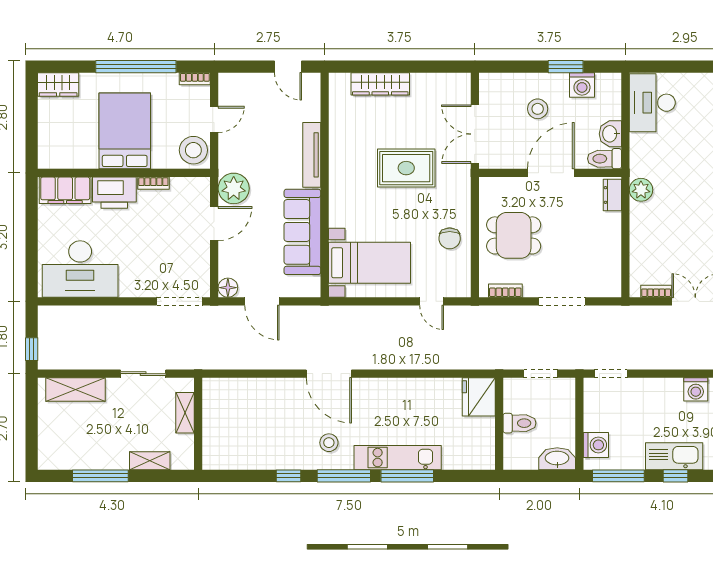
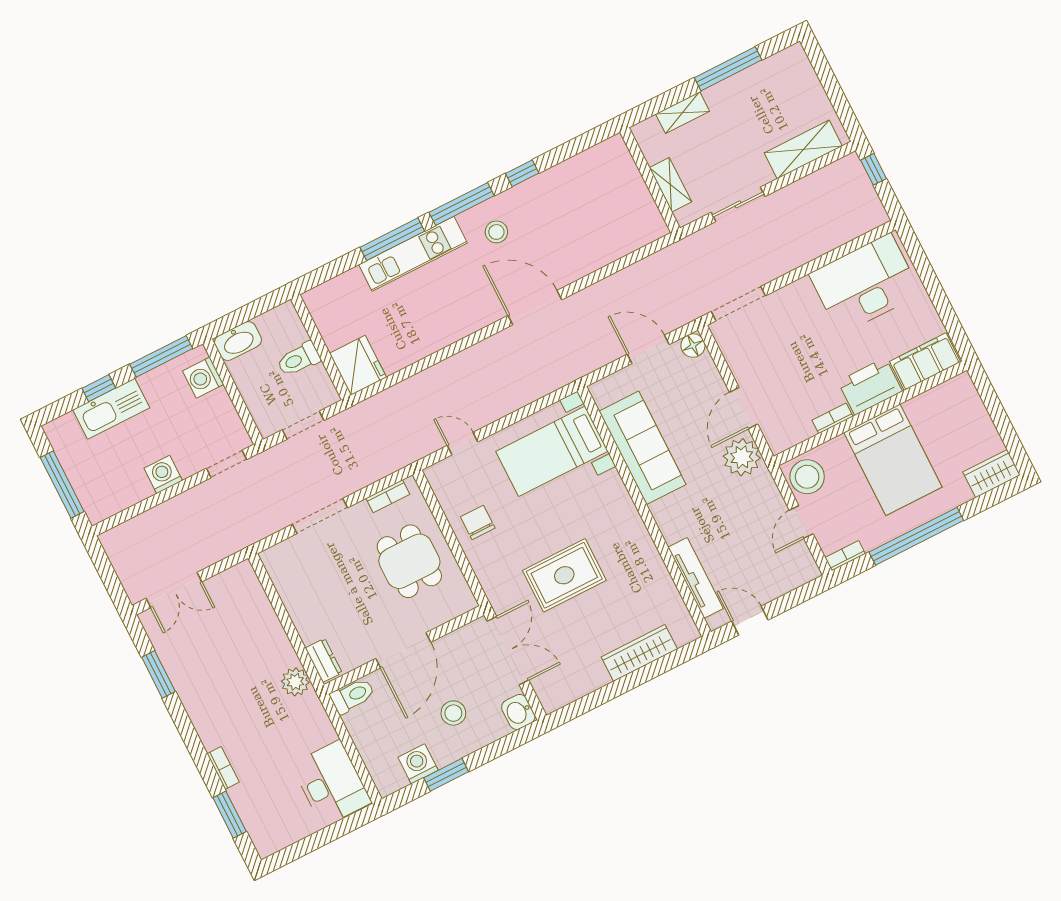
washbasin: (610, 134) -> (518, 712), moved, turned 180
tv unit: (312, 155) -> (696, 578), moved
dining table: (514, 235) -> (409, 561), turned 90
bookcase: (656, 291) -> (222, 579), removed
washing machine: (696, 389) -> (163, 474), moved

